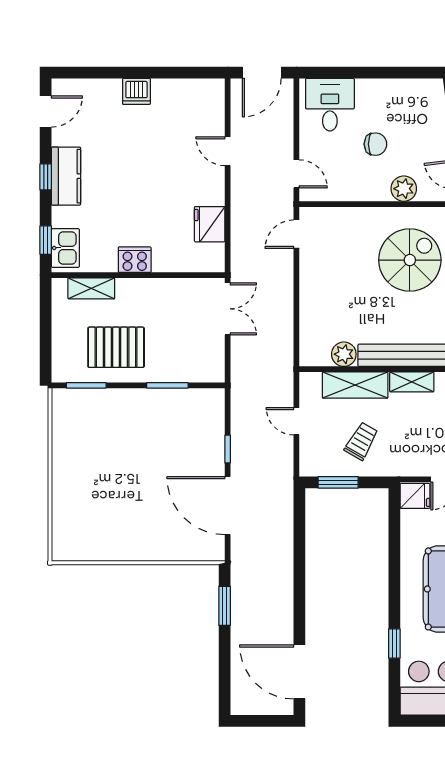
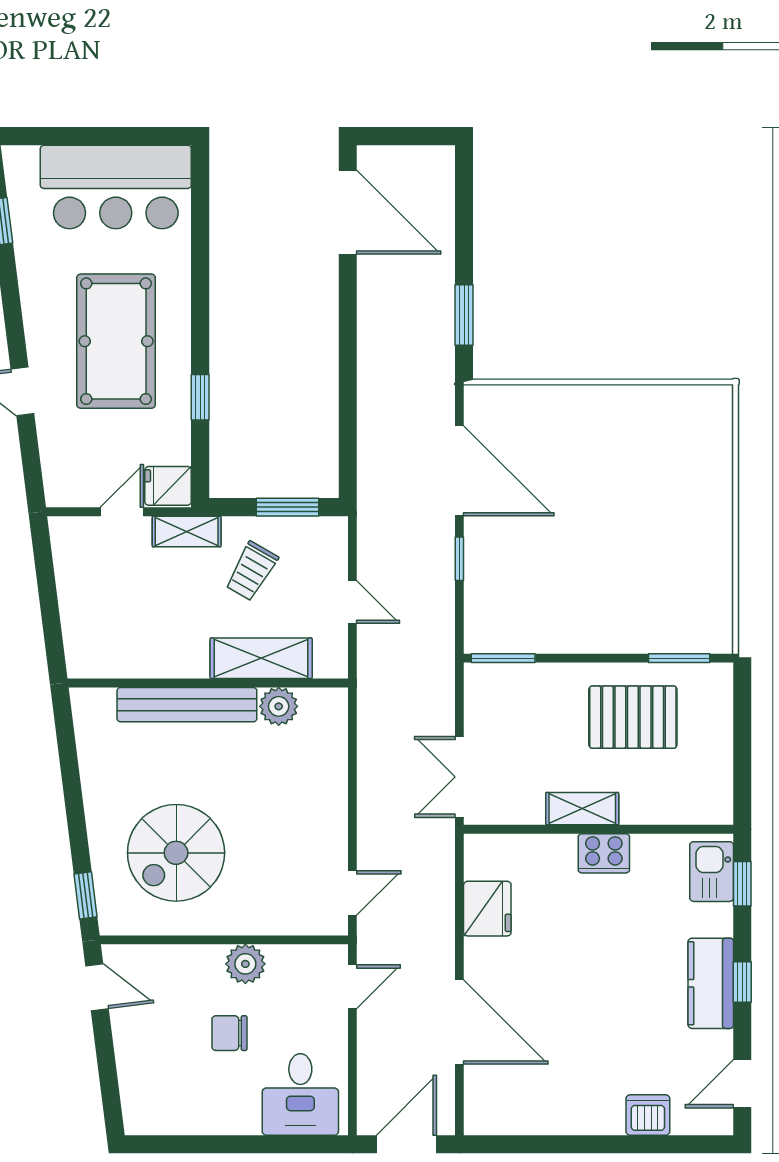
dishwasher: (136, 91) -> (648, 1115), moved
door: (228, 151) -> (459, 1022), width x1.87
door: (296, 174) -> (352, 987), swing flipped
plant: (404, 189) -> (245, 964), moved
shelving: (91, 288) -> (582, 809), moved
shelving: (412, 382) -> (187, 531), moved
window: (167, 385) -> (503, 658), moved
window: (394, 643) -> (200, 397), moved

